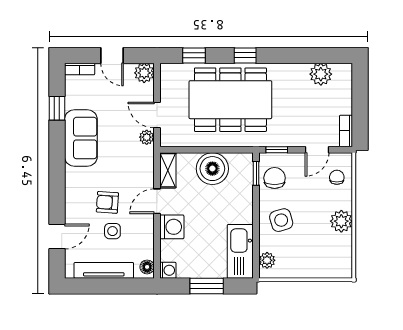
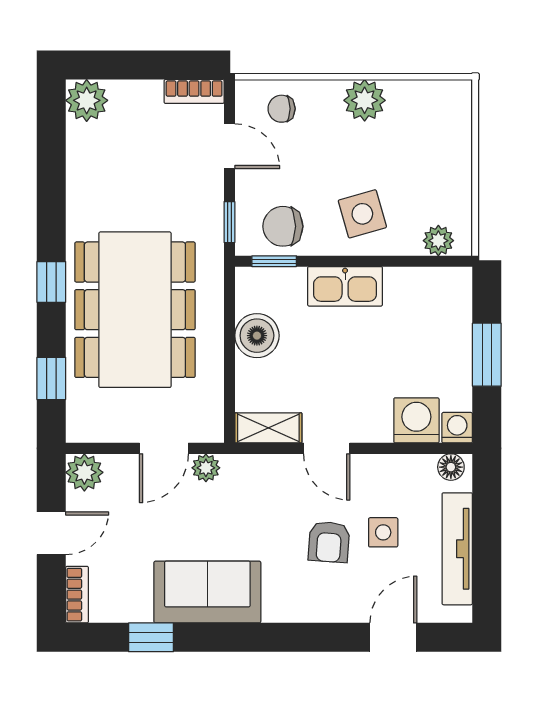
plant: (321, 74) -> (87, 100), moved
boiler: (212, 169) -> (257, 336), width x0.73, depth x0.73
washing machine: (172, 227) -> (416, 420), moved
door: (57, 237) -> (393, 637), hinge flipped
kitchen sink: (240, 251) -> (345, 286), moved, width x0.73, depth x0.81

